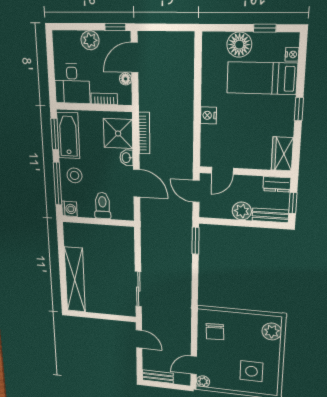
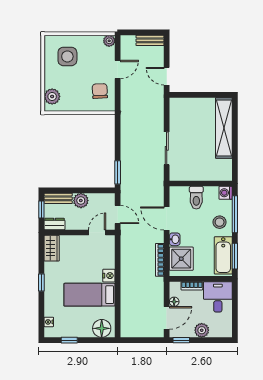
floor lamp: (239, 45) -> (102, 328), moved
bed: (262, 78) -> (90, 295), moved, turned 180
sliding door: (138, 289) -> (167, 148), moved
door: (194, 365) -> (118, 69), moved

